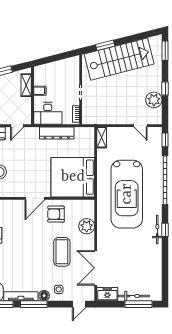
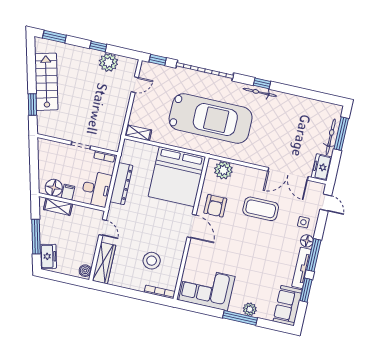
stairs: (119, 59) -> (46, 82), width x0.73, depth x0.66
floor lamp: (41, 78) -> (54, 188), added
plant: (87, 226) -> (223, 170), moved

